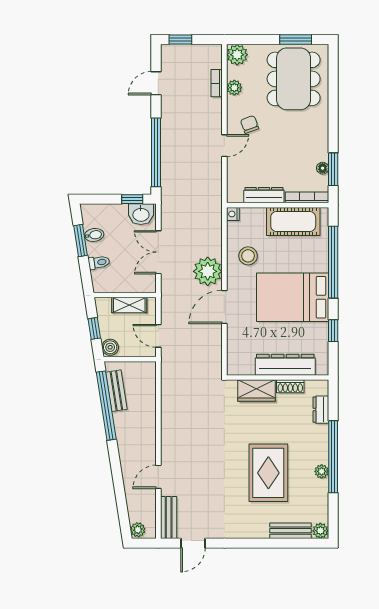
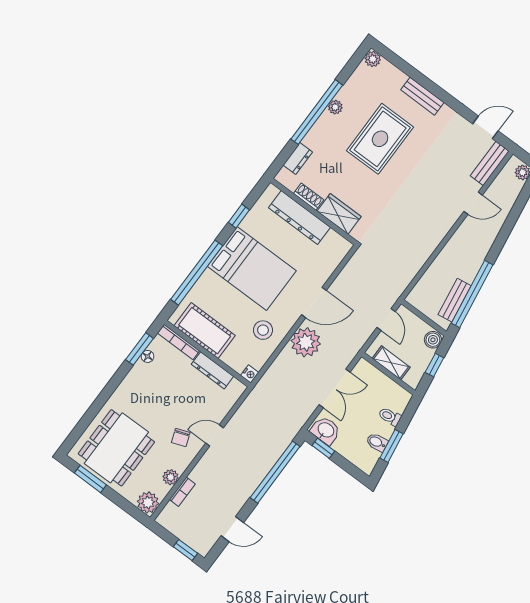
bench: (291, 531) -> (422, 96), moved

